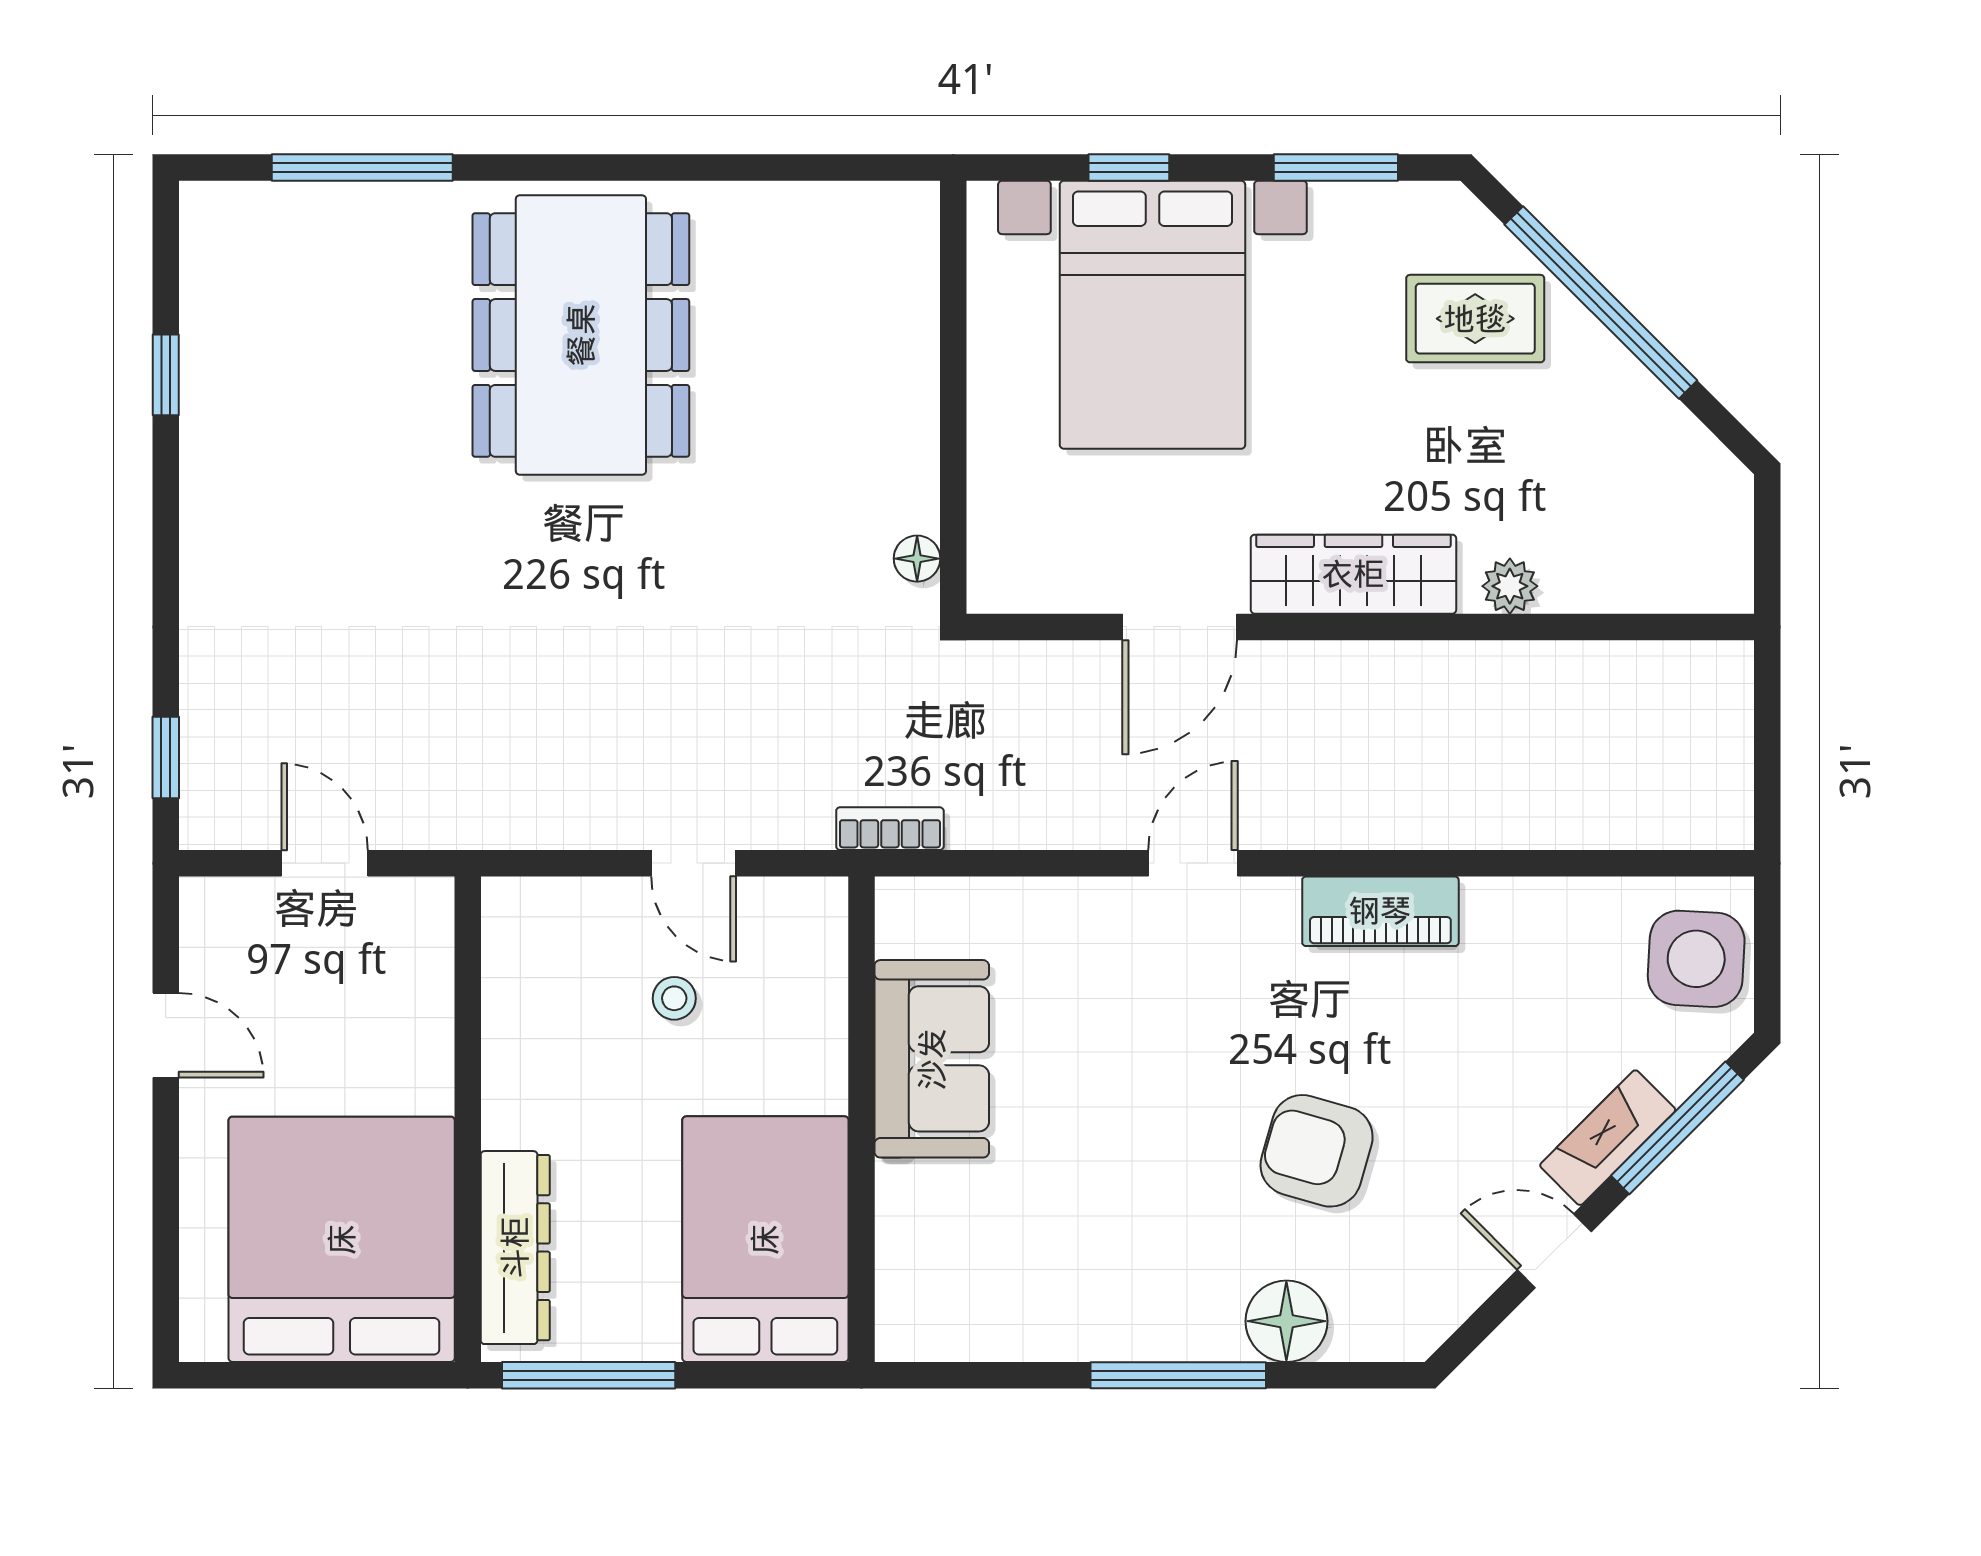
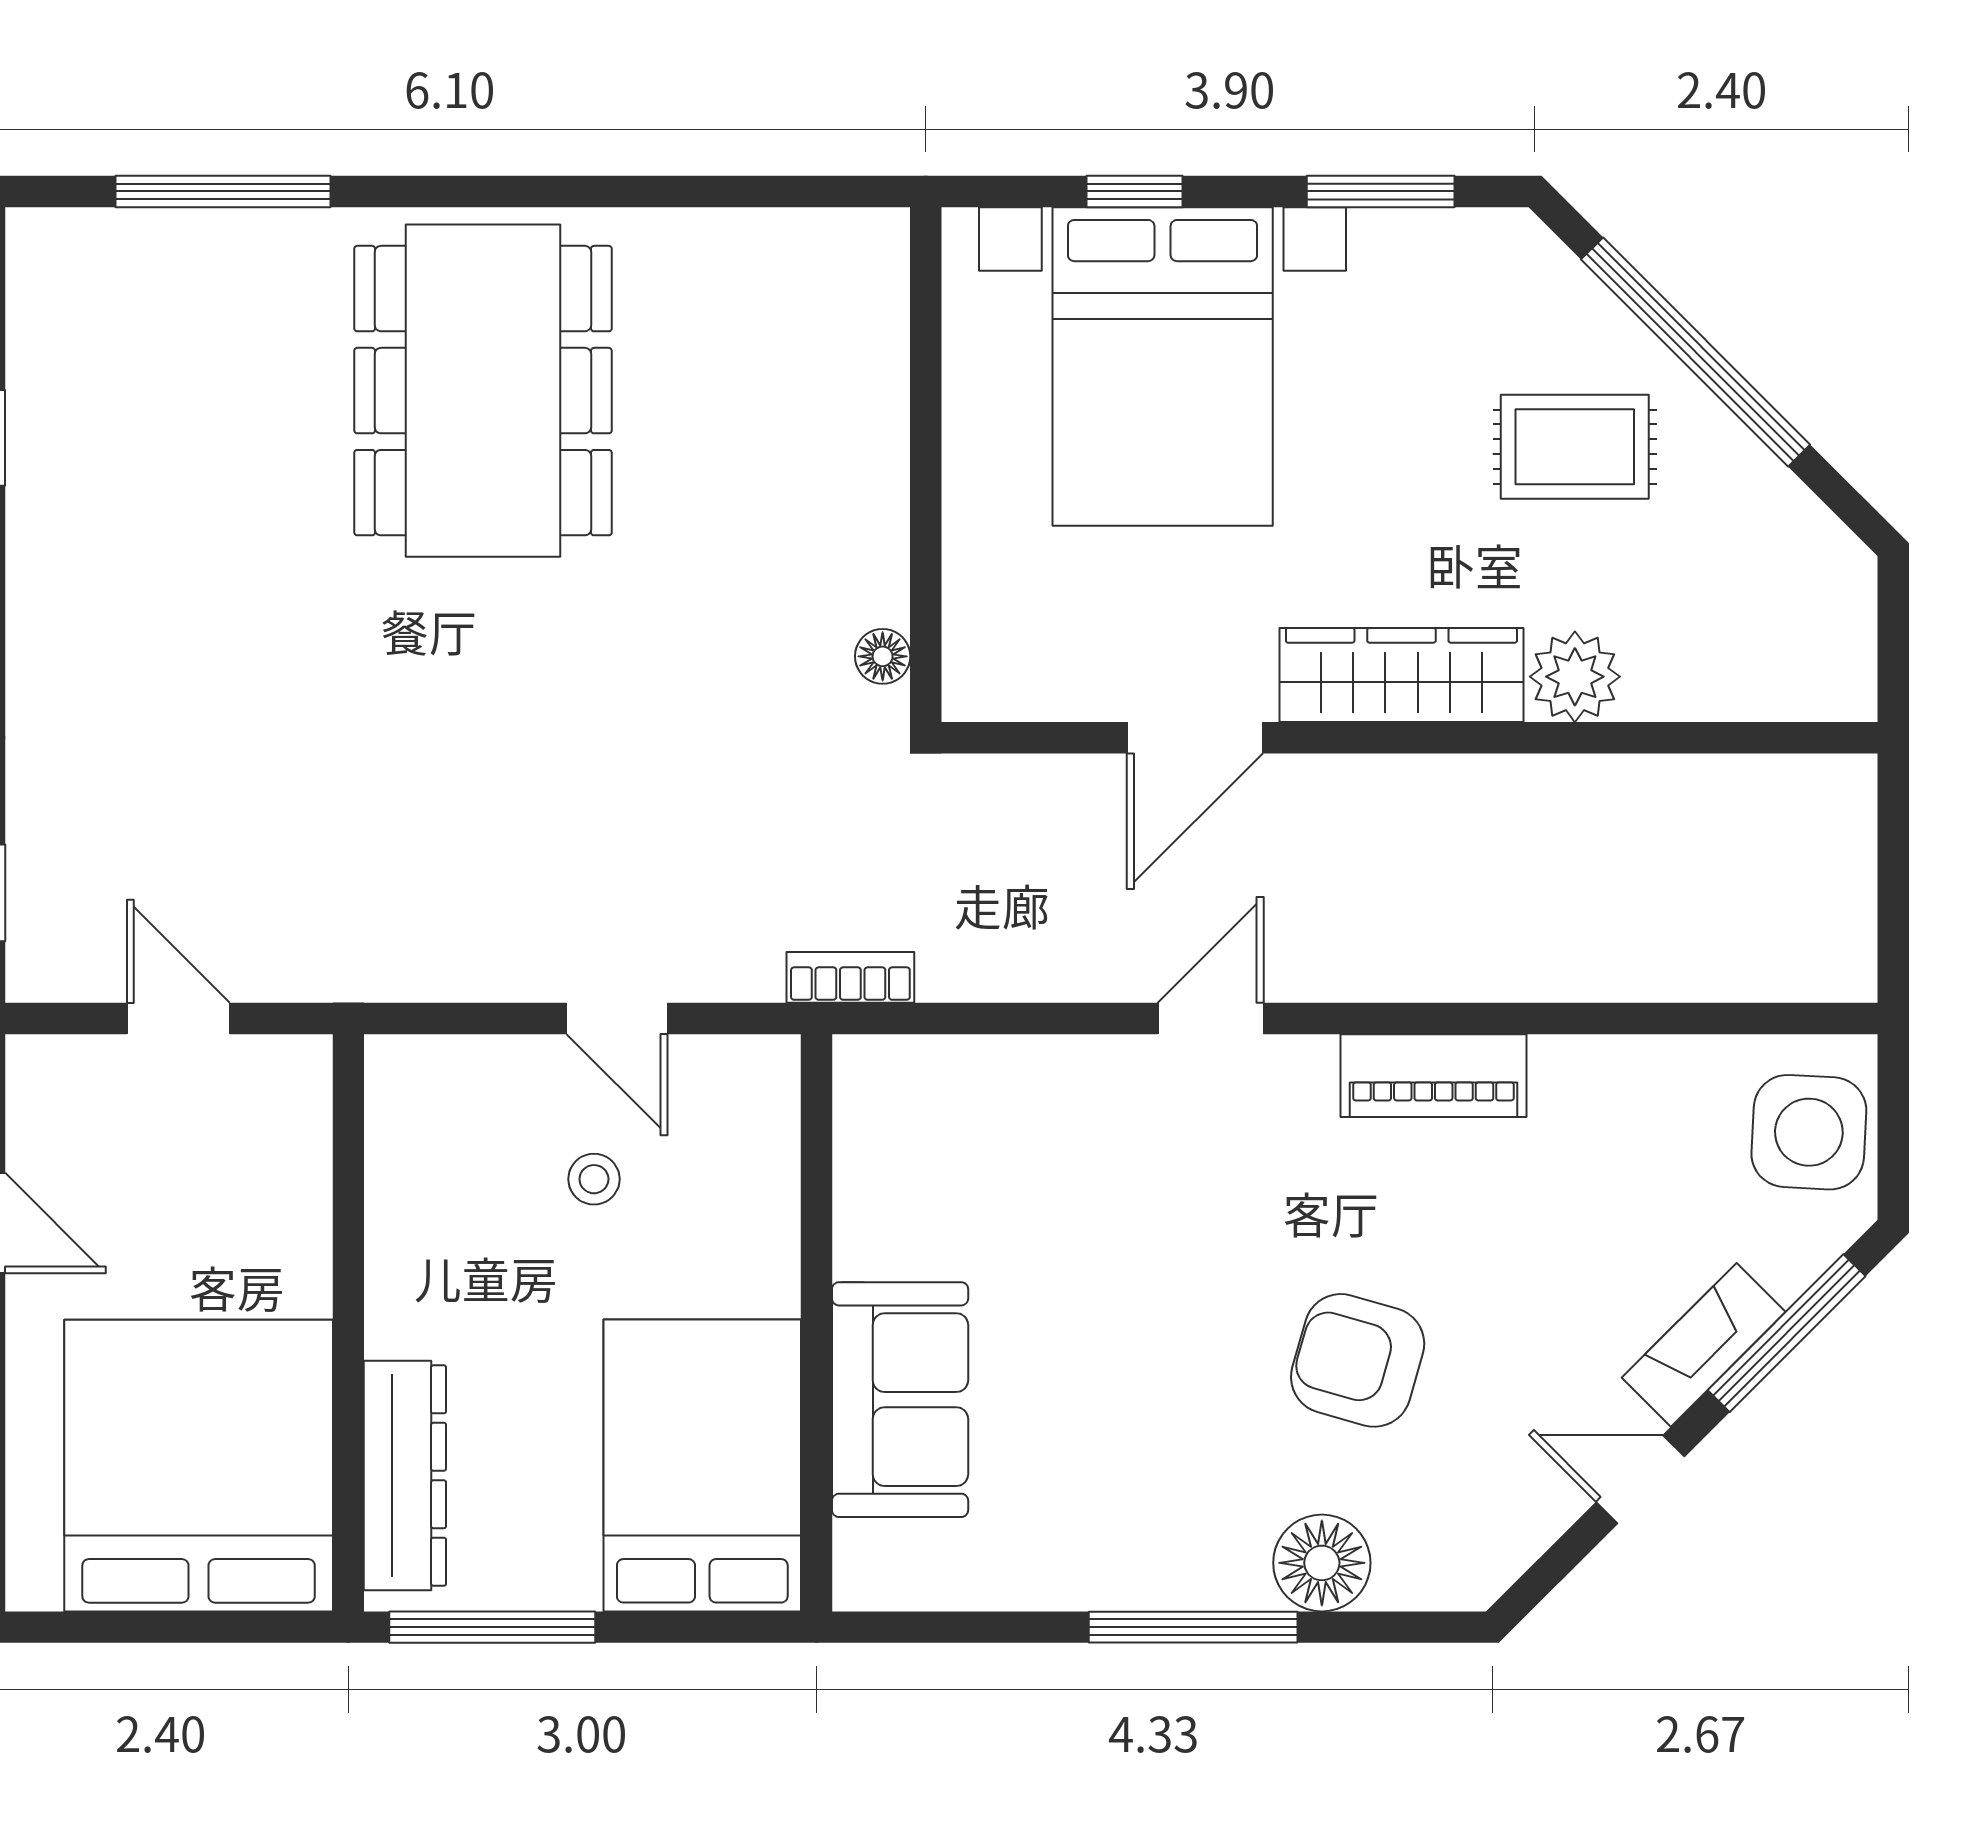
rug: (1475, 319) -> (1575, 447), moved
plant: (1510, 586) -> (1575, 677), width x1.38, depth x1.38
sofa: (932, 1059) -> (900, 1400), moved

